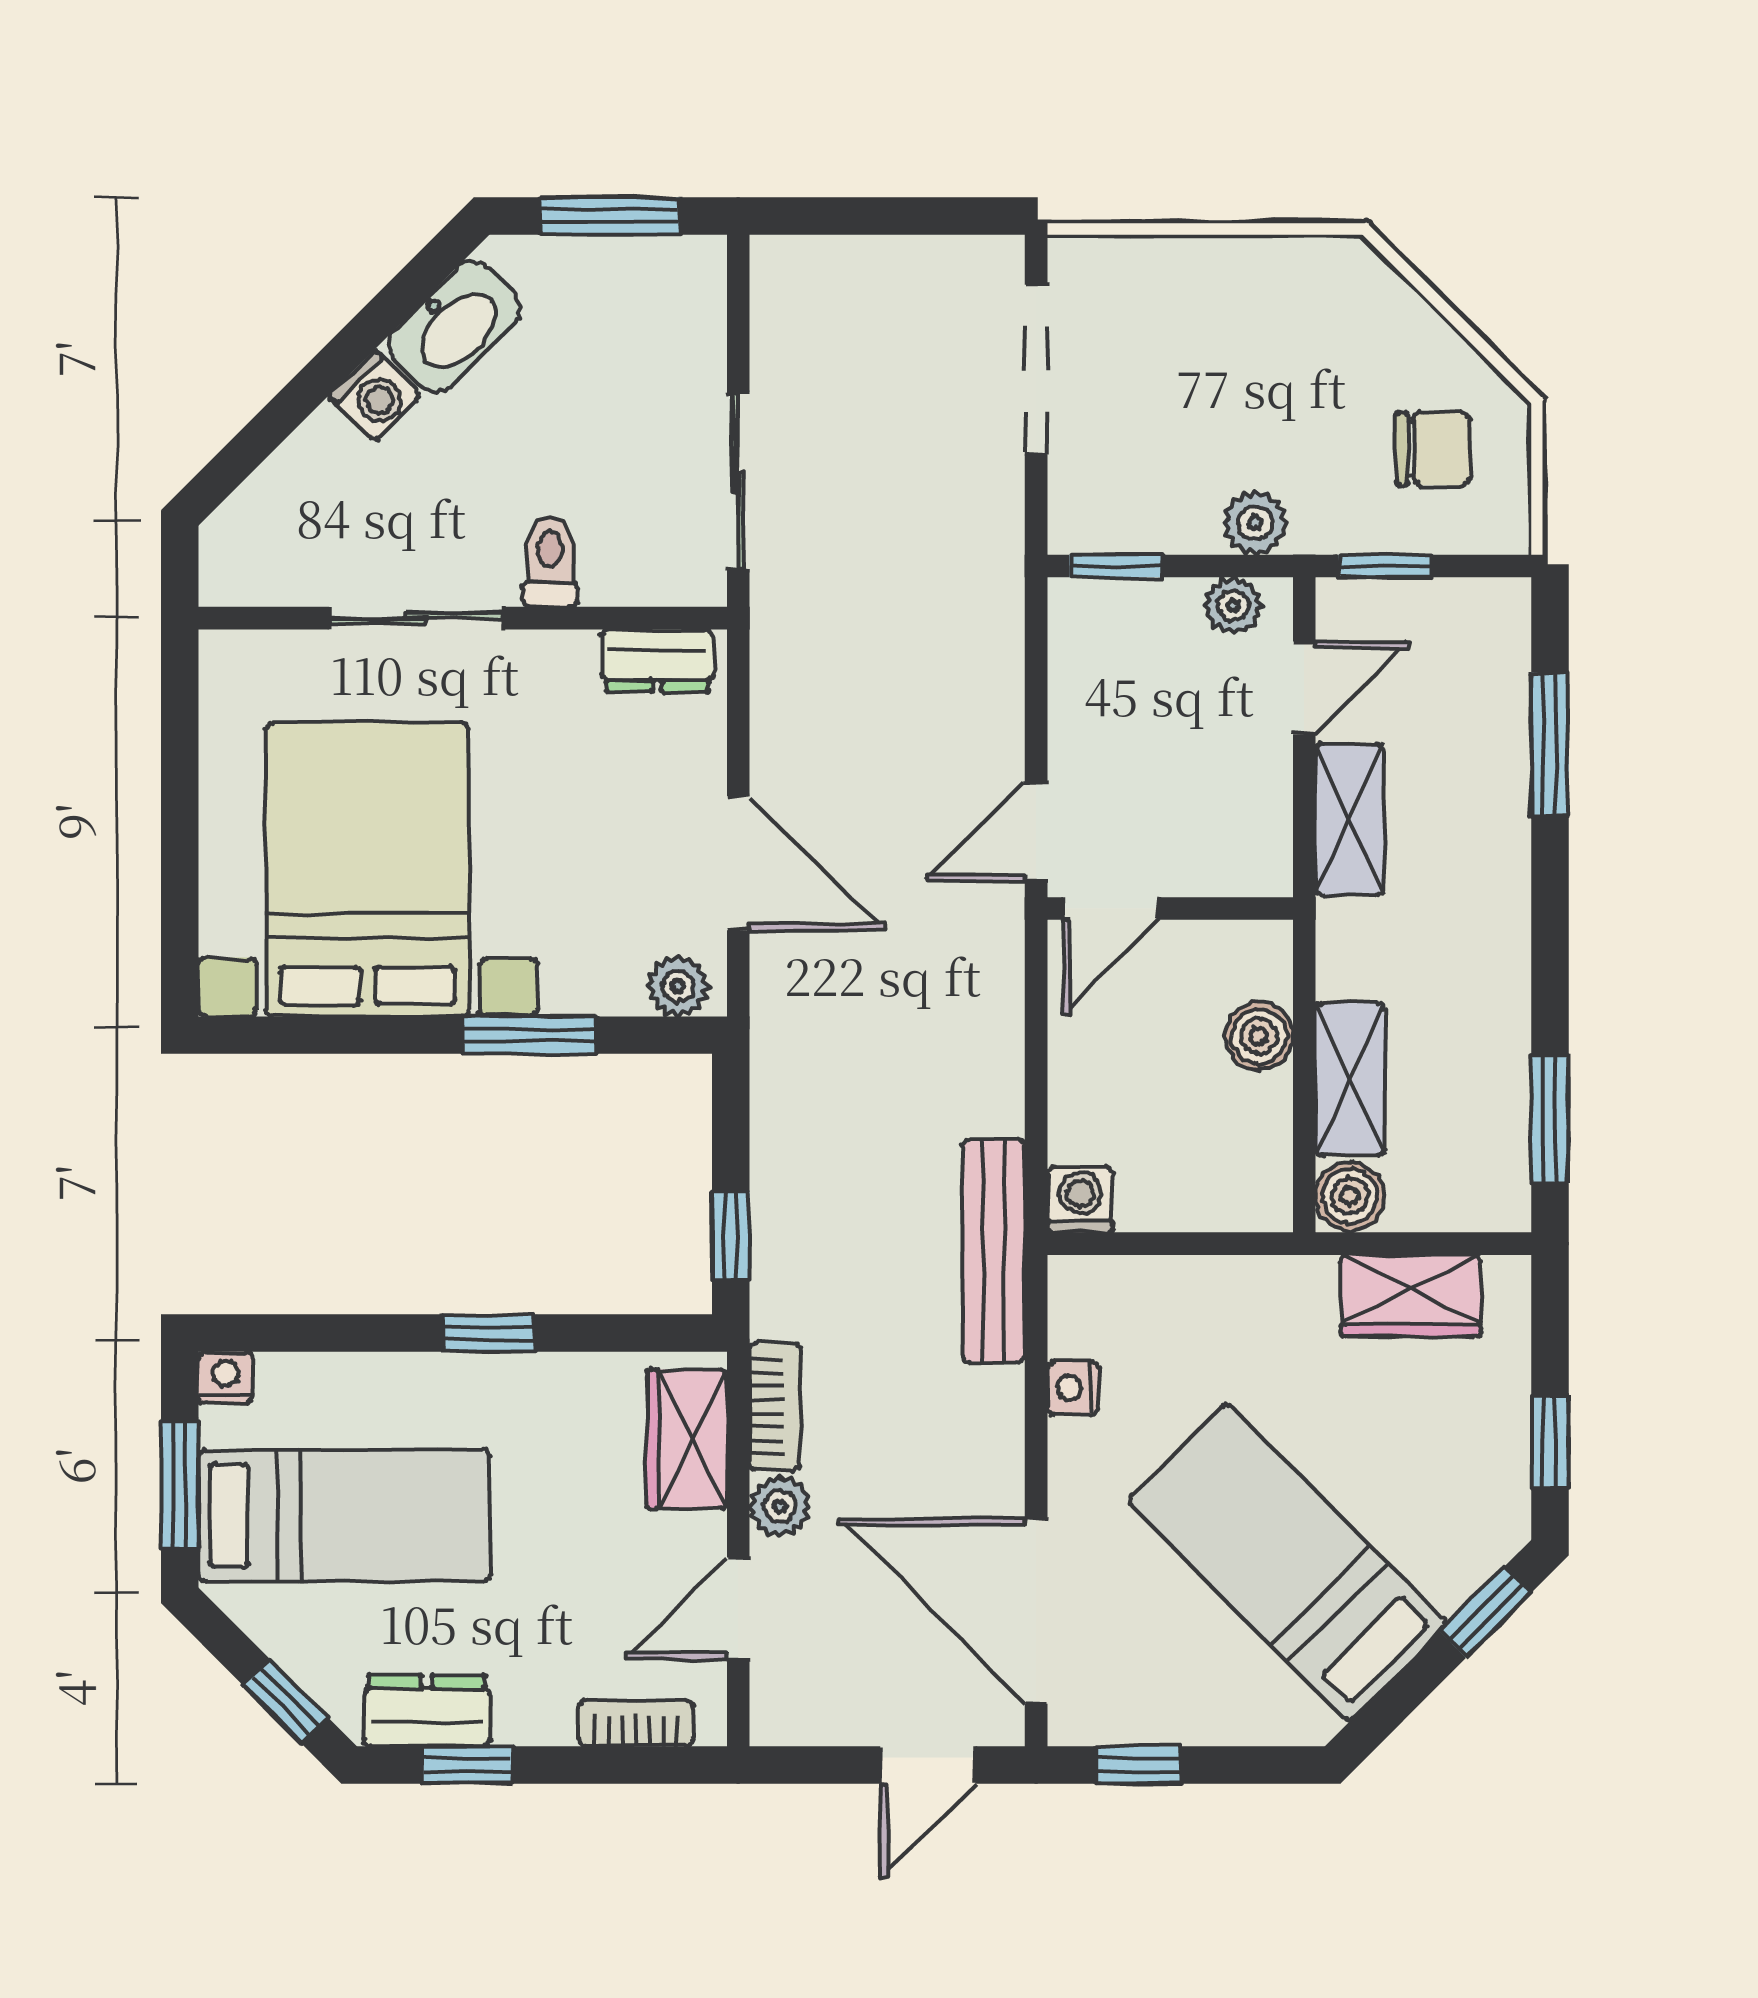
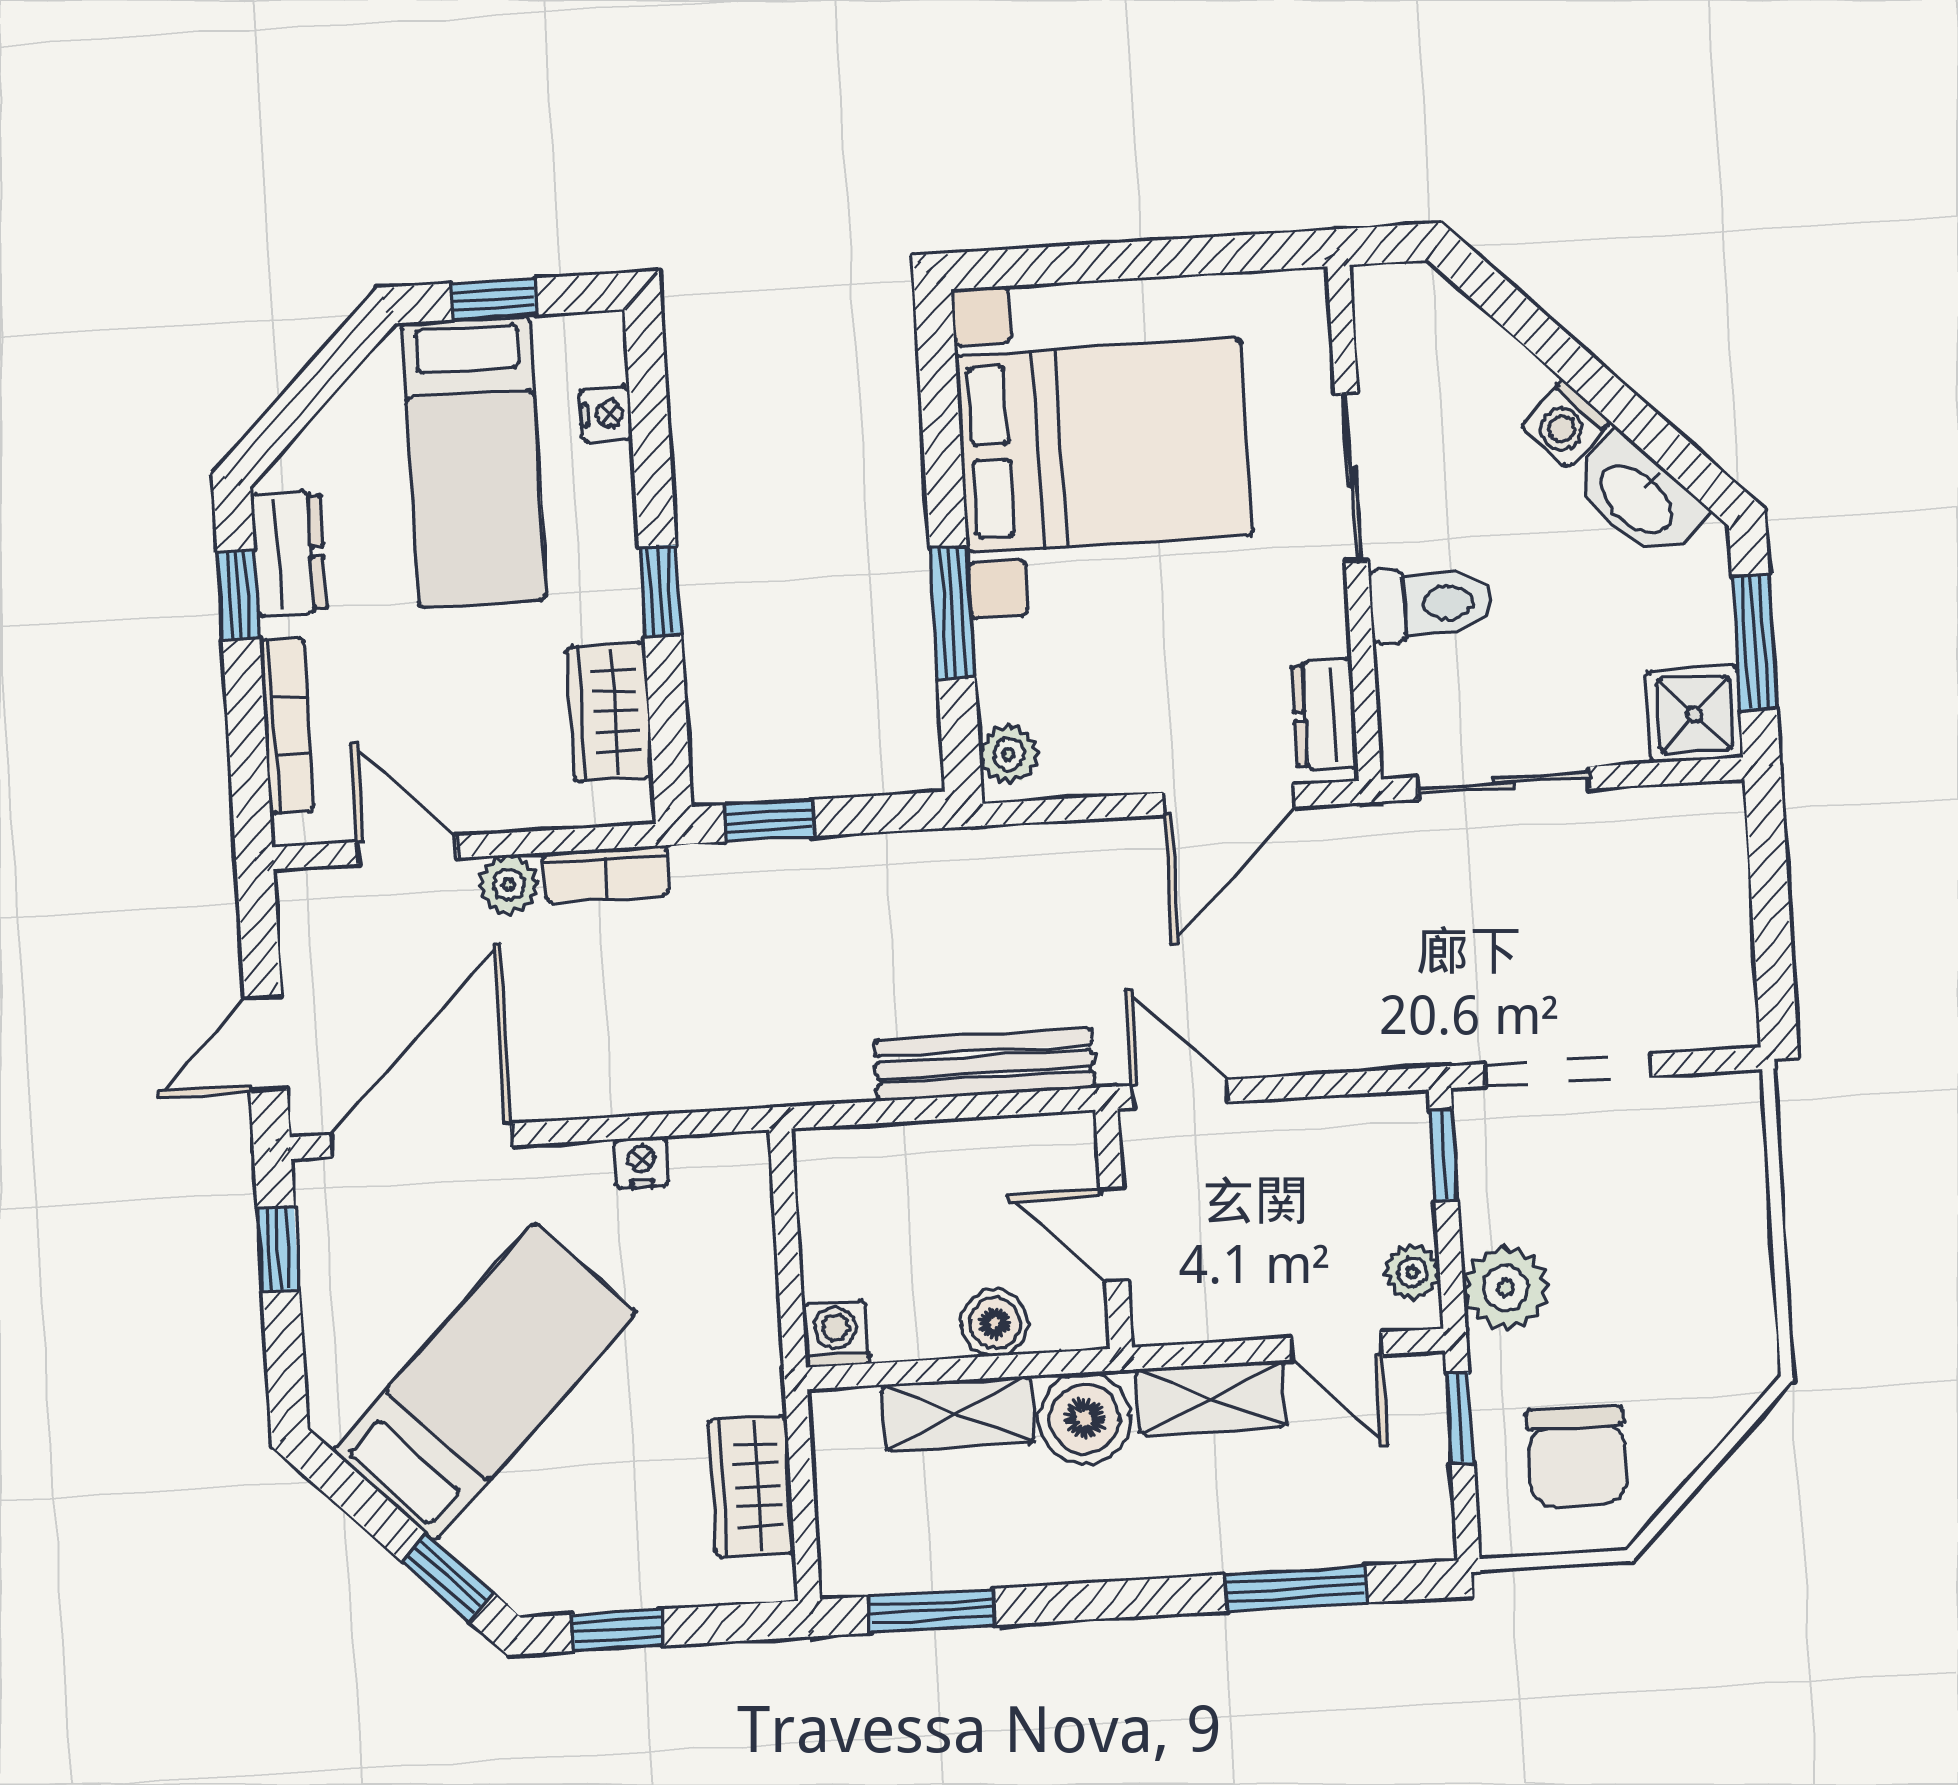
shower: (680, 282) -> (1694, 714), added
doorway: (1036, 369) -> (1567, 1070), moved
chair: (1432, 449) -> (1577, 1457), width x1.37, depth x1.37
plant: (1255, 523) -> (1506, 1288), width x1.38, depth x1.38
toilet: (550, 562) -> (1431, 604), width x1.37, depth x1.39
door: (738, 863) -> (1229, 800), moved
door: (1111, 909) -> (1114, 1235), moved
boiler: (1350, 1196) -> (1085, 1418), moved, width x1.36, depth x1.36
washing machine: (1080, 1200) -> (836, 1334), moved, turned -90
bench: (994, 1251) -> (985, 1064), moved
nightstand: (226, 1377) -> (606, 414), moved
wardrobe: (687, 1439) -> (610, 712), moved, turned -90
window: (180, 1485) -> (494, 299), width x0.67
window: (286, 1702) -> (289, 415), removed
bookcase: (636, 1723) -> (287, 726), width x1.56
door: (928, 1765) -> (266, 1044), hinge flipped

